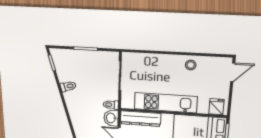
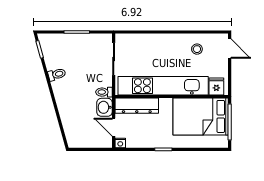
stool: (191, 65) -> (197, 49), moved
door: (233, 72) -> (230, 49), hinge flipped
kitchen unit: (166, 103) -> (163, 86), width x1.36

